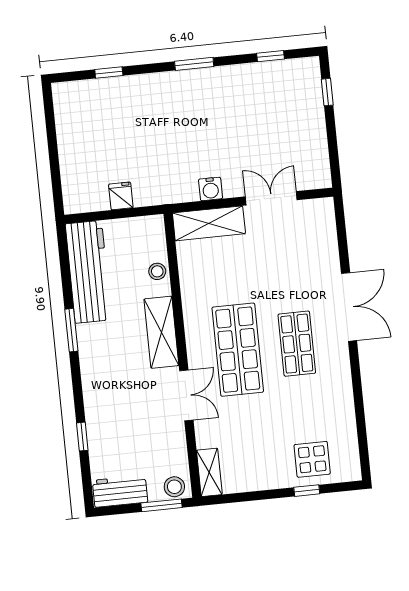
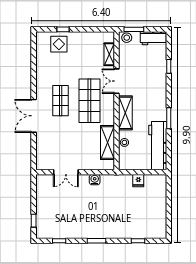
shelving: (209, 223) -> (107, 143), moved, turned 90
shelving: (209, 472) -> (109, 54), moved

